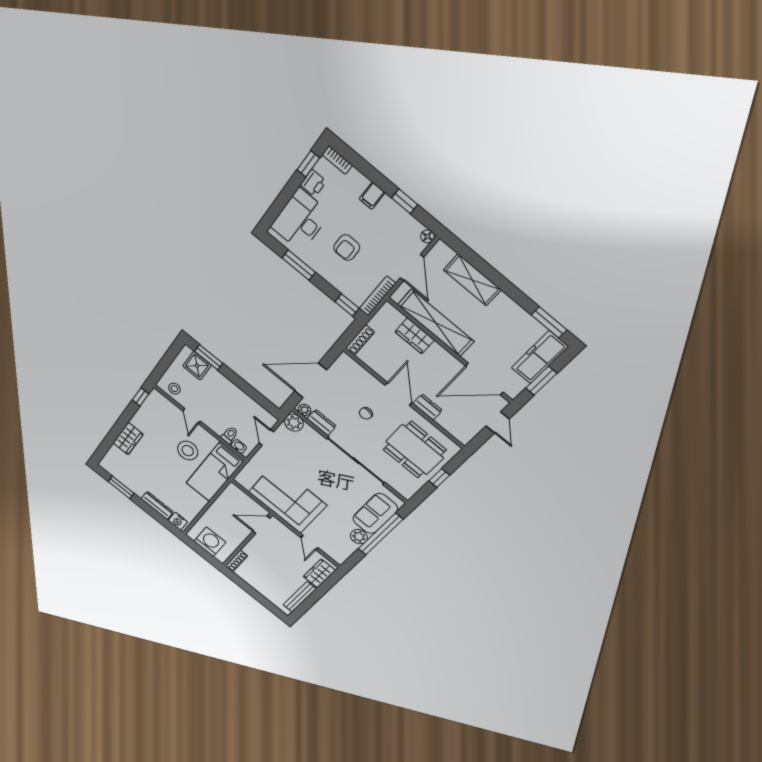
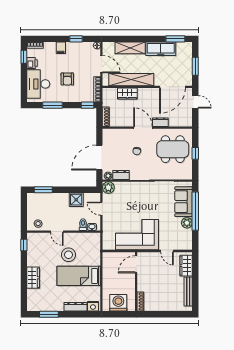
freezer: (540, 357) -> (161, 49), moved, turned -90
shower: (197, 366) -> (76, 200), moved
bed: (215, 472) -> (79, 276), moved, turned 90

